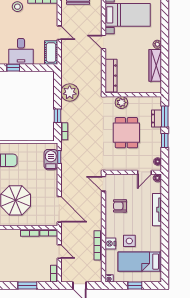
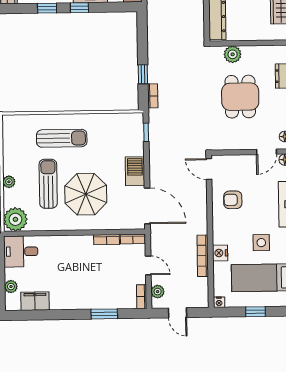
plant: (70, 92) -> (158, 292), moved, width x0.53, depth x0.53
barbecue: (51, 160) -> (135, 171), moved
side table: (129, 241) -> (261, 243), moved

